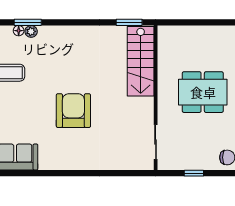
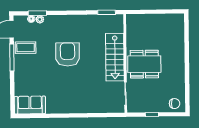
stairs: (141, 61) -> (115, 57), moved
dining table: (203, 92) -> (144, 64), moved
armchair: (73, 111) -> (68, 54), moved

